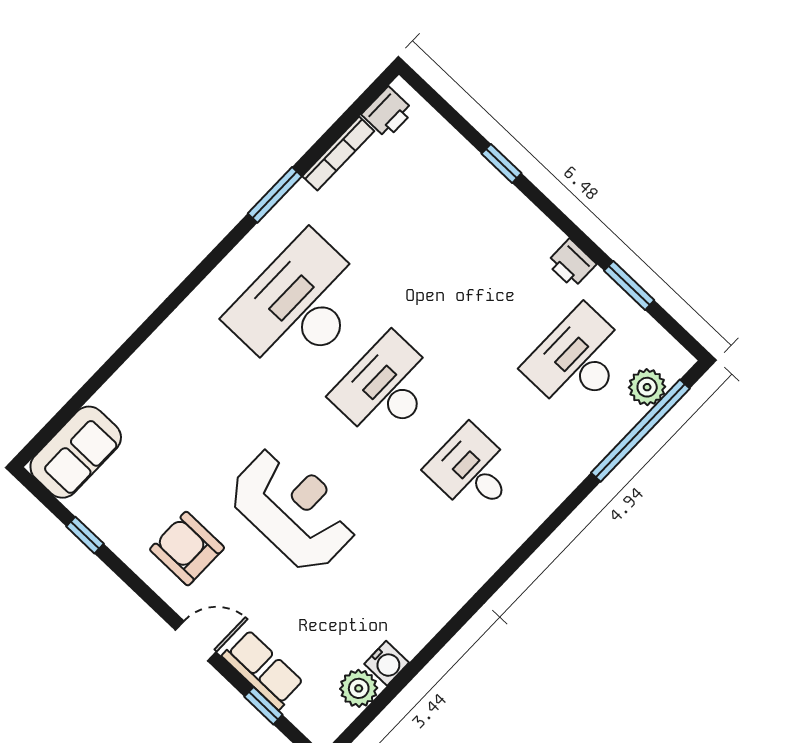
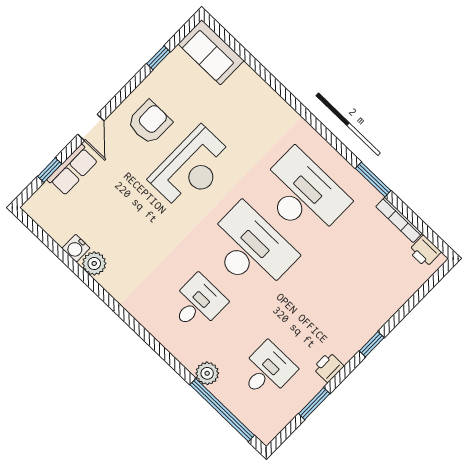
window: (501, 163) -> (372, 344), moved
desk: (578, 360) -> (267, 371), width x0.73
plant: (647, 387) -> (207, 373), moved
desk: (386, 388) -> (250, 249), width x1.36, depth x1.30
reception desk: (293, 509) -> (192, 168), moved
plant: (359, 688) -> (94, 263), moved

